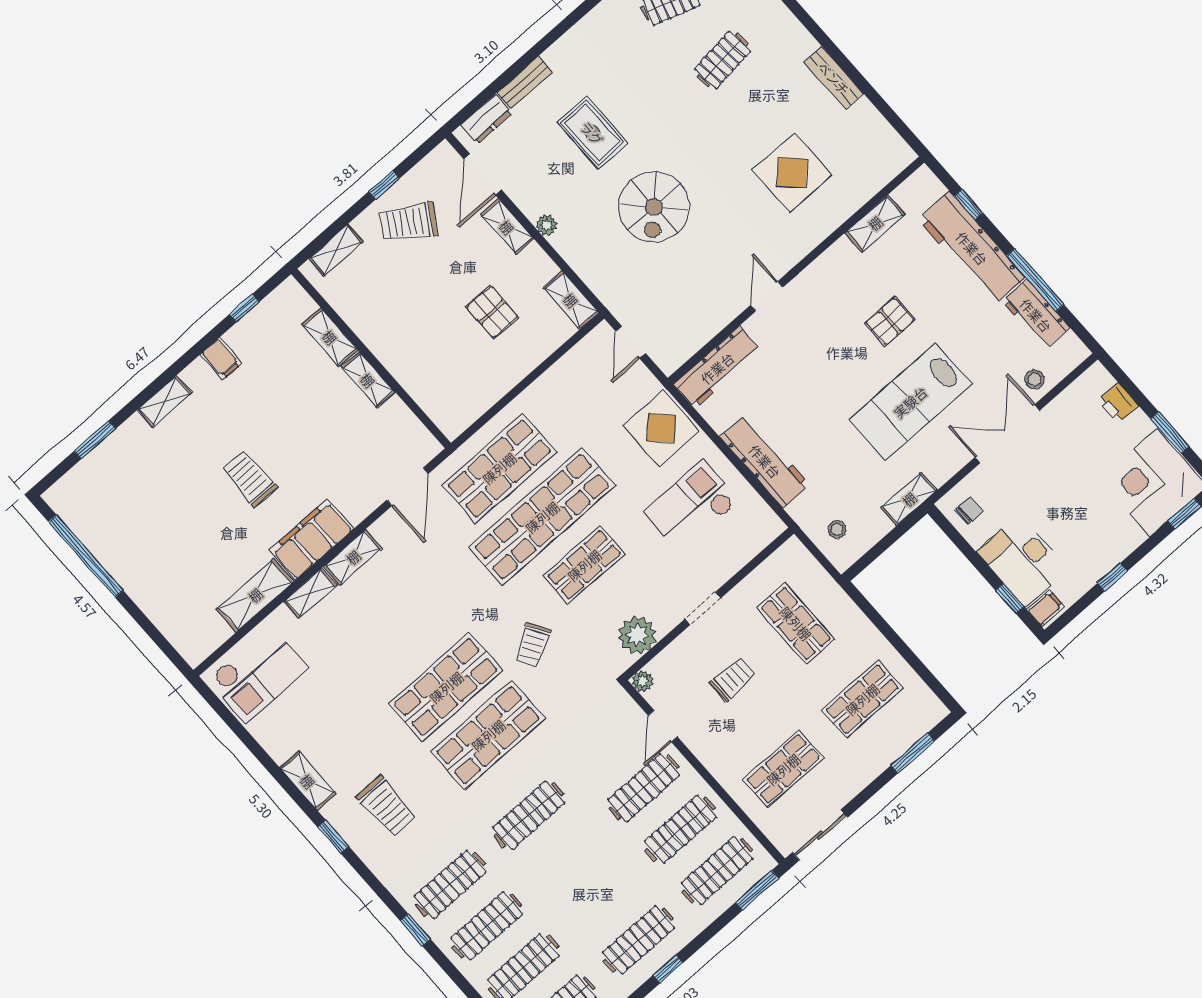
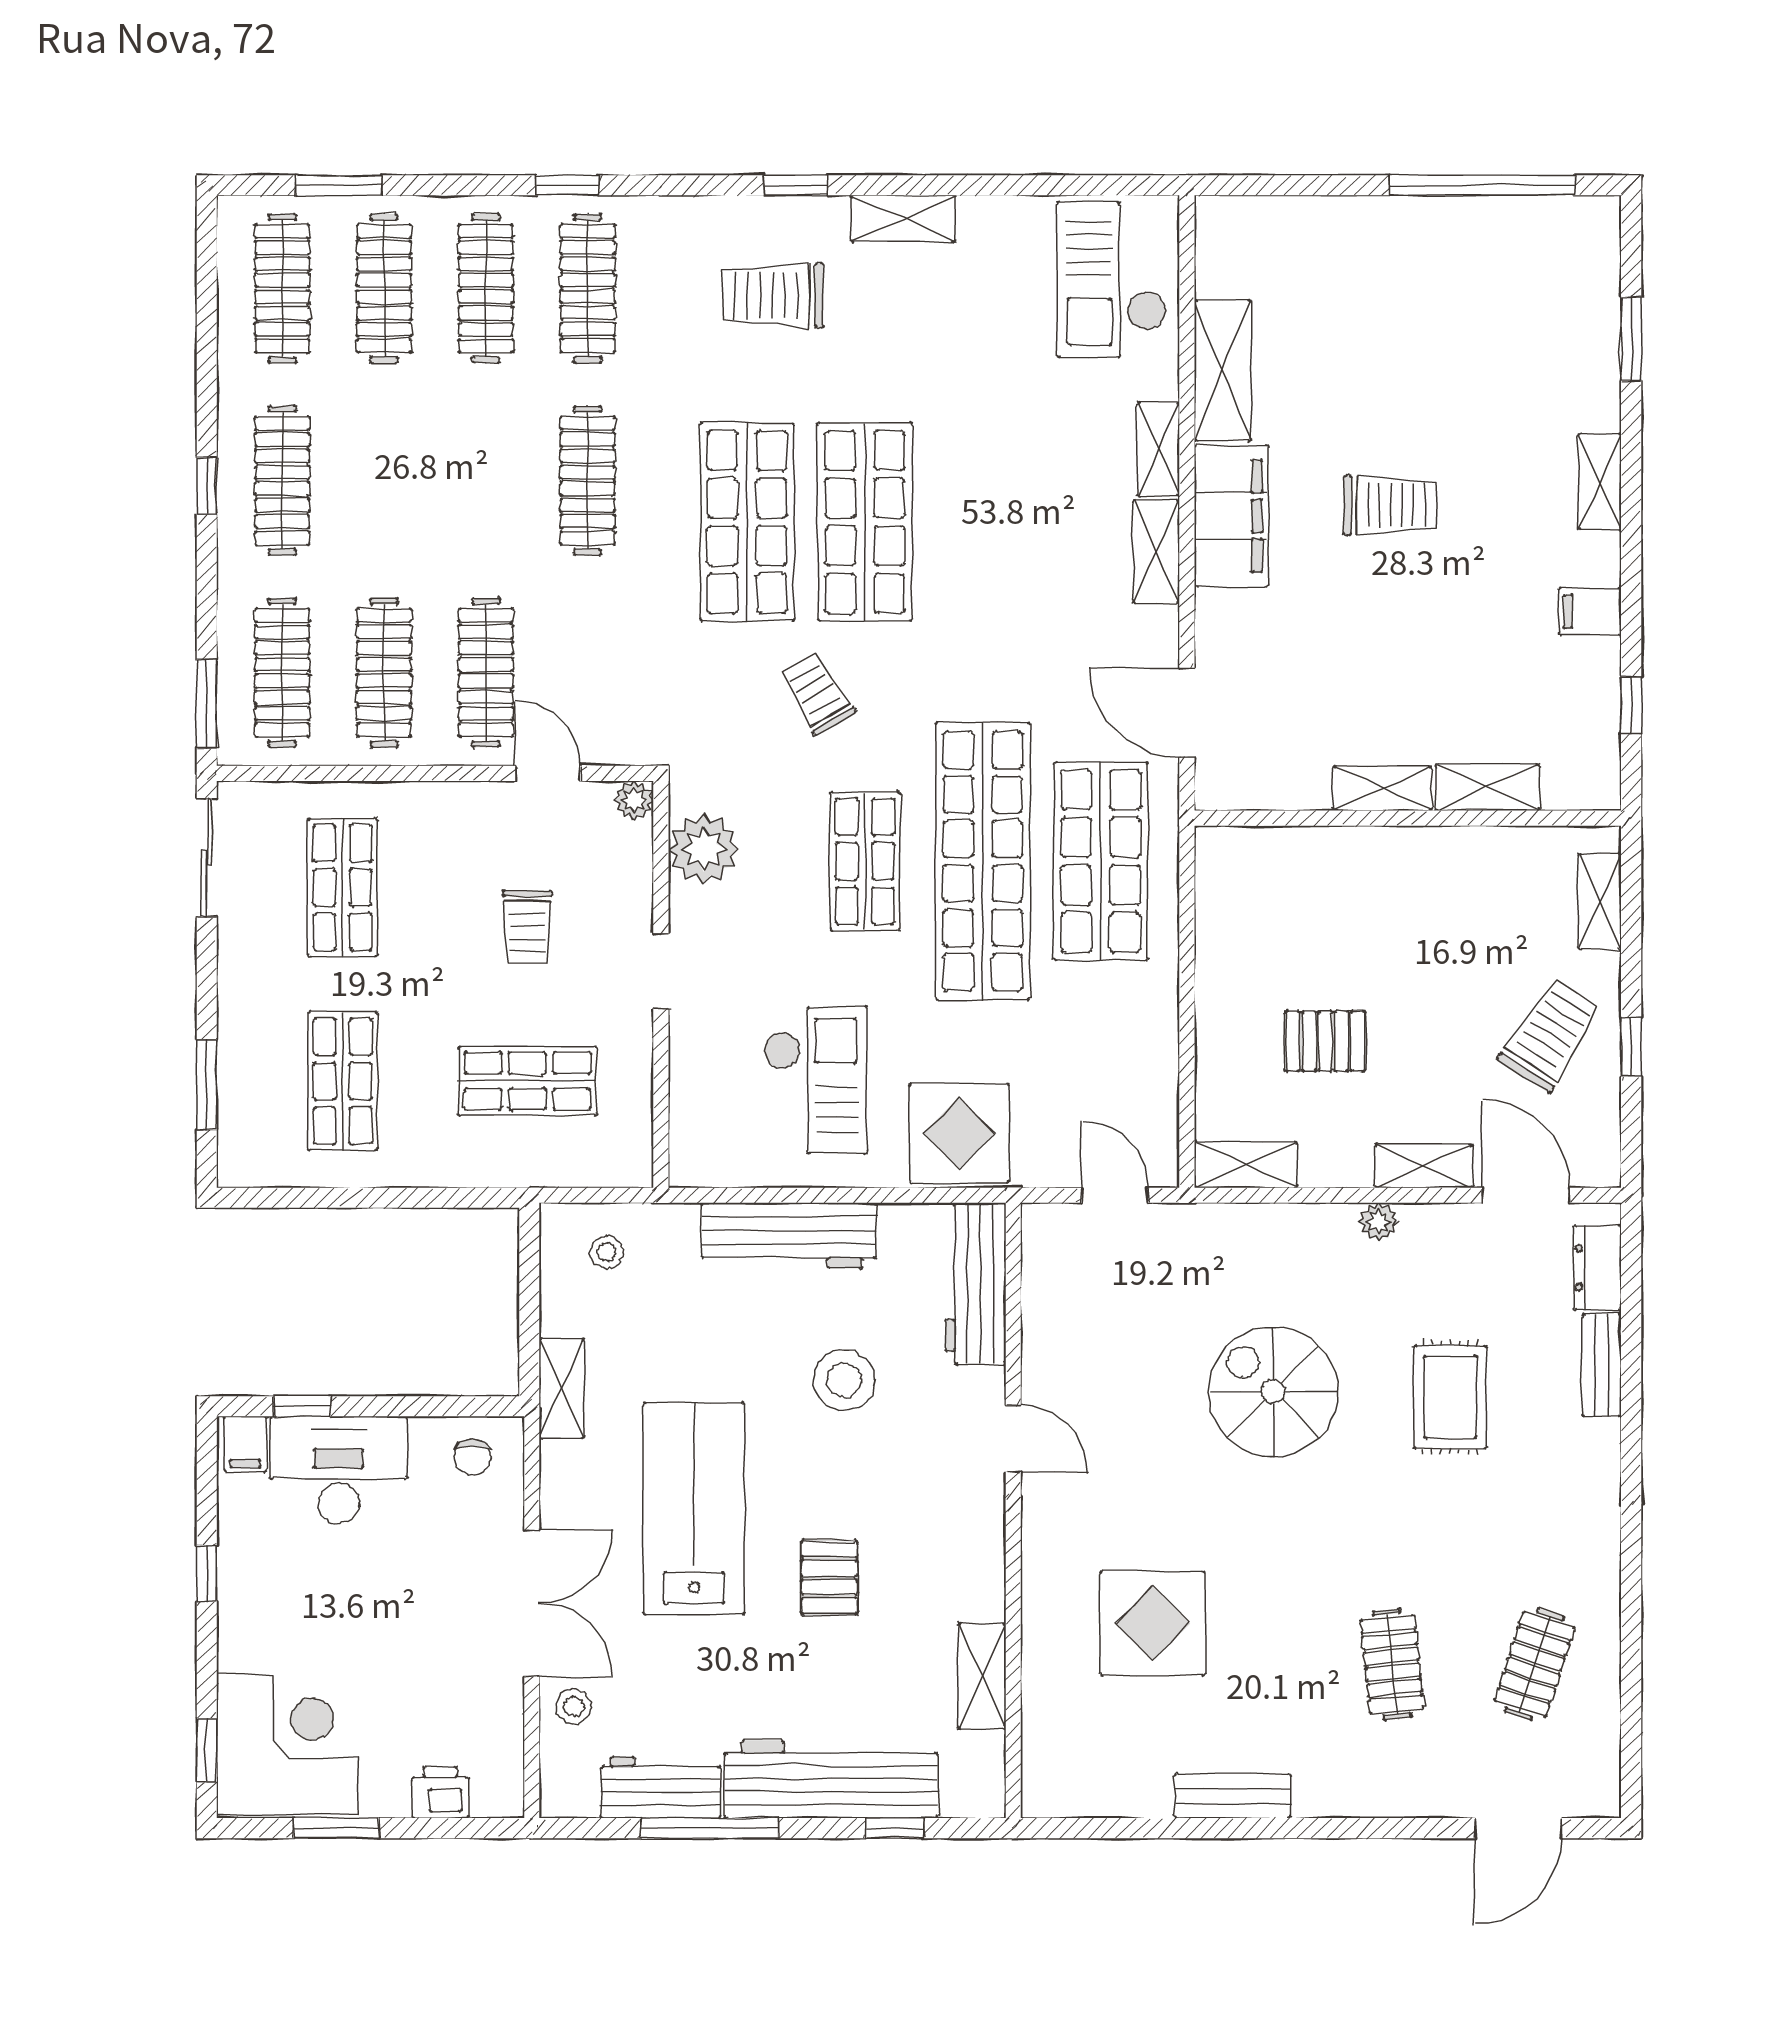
rug: (592, 133) -> (1450, 1397), turned 90
stool: (804, 386) -> (844, 1380), added

